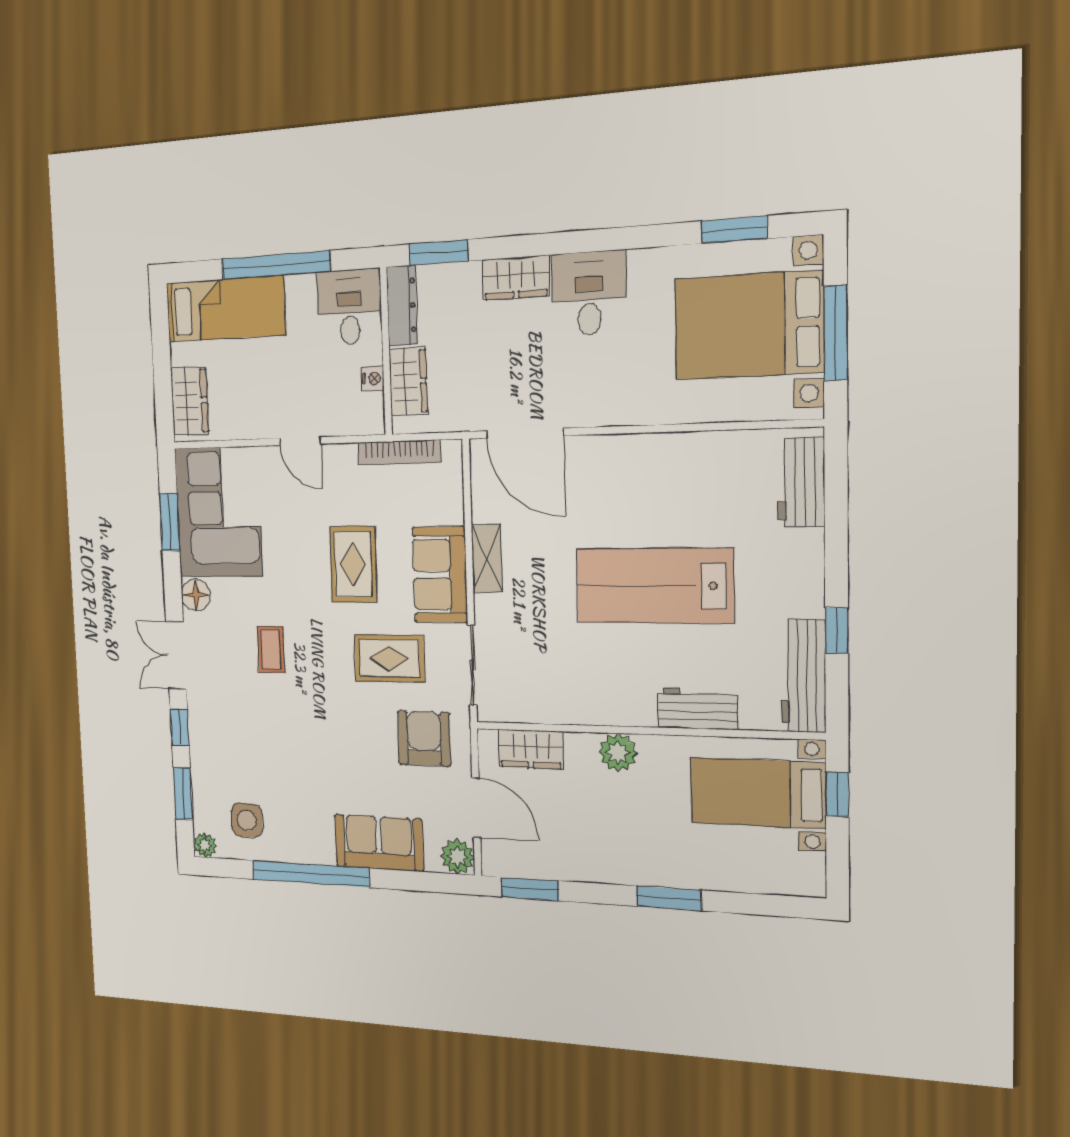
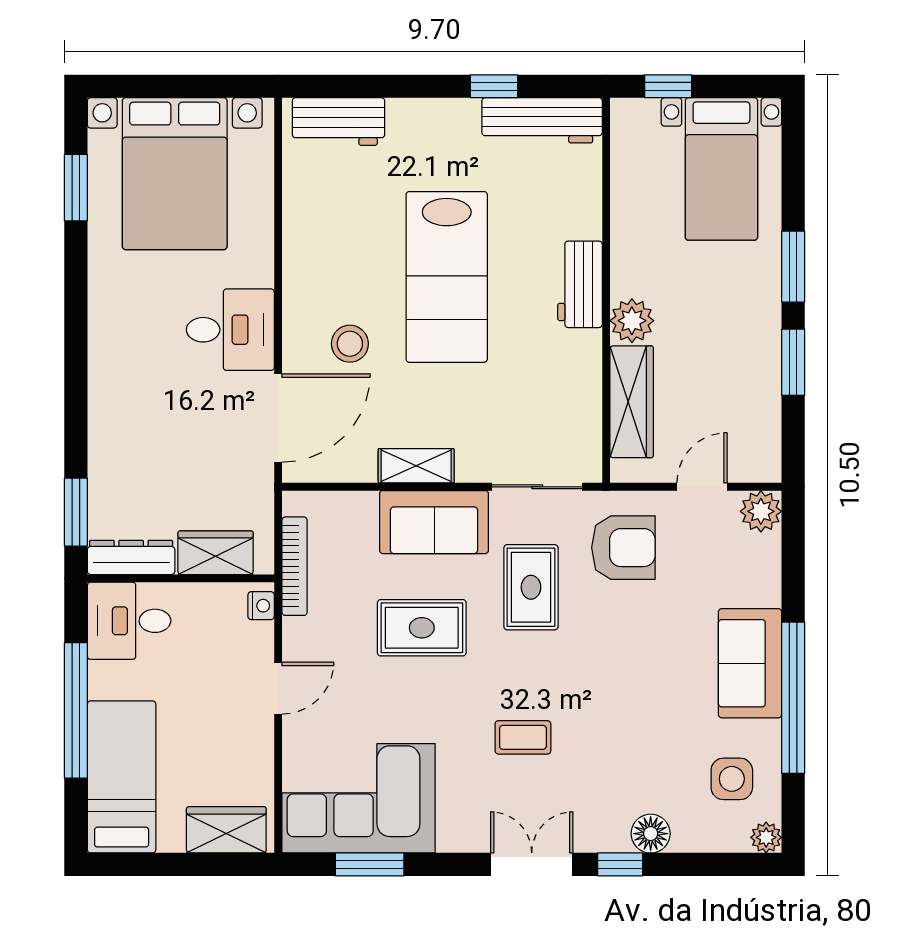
wardrobe: (516, 278) -> (109, 424), removed
desk: (589, 293) -> (230, 330), moved, turned 180
window: (835, 333) -> (187, 86), removed
nightstand: (373, 378) -> (261, 606), moved, turned 90
stool: (592, 497) -> (350, 344), added
floor lamp: (196, 595) -> (651, 834), moved
double door: (176, 655) -> (532, 864), swing flipped
workbench: (698, 708) -> (580, 284), moved
armchair: (424, 738) -> (623, 548), turned 180
wardrobe: (531, 749) -> (632, 402), width x1.50
bed with nightstands: (758, 793) -> (721, 169), moved
window: (183, 794) -> (703, 864), removed
door: (476, 808) -> (702, 487), width x0.73
sofa: (379, 843) -> (750, 663), moved
window: (530, 889) -> (793, 362), moved

